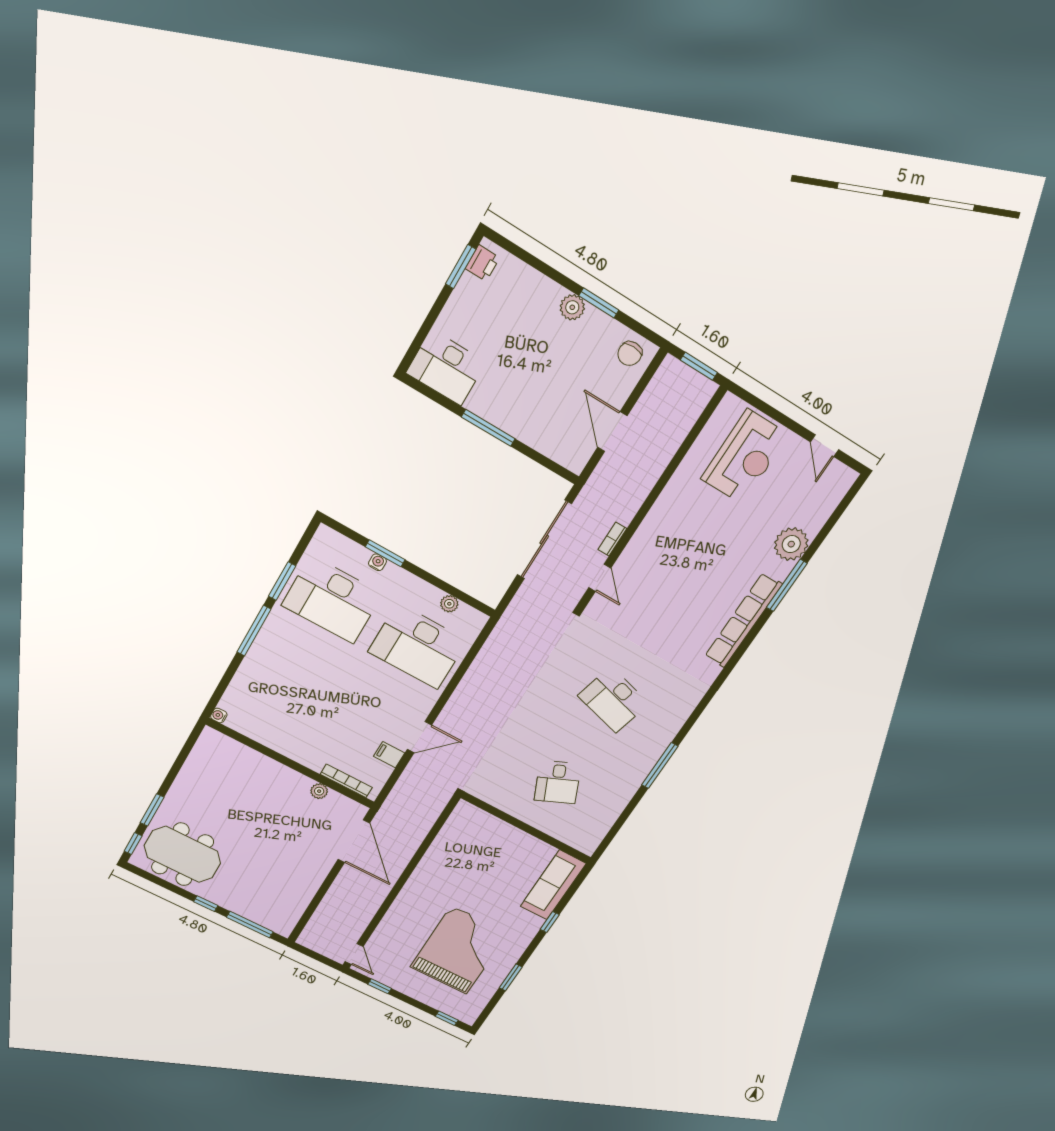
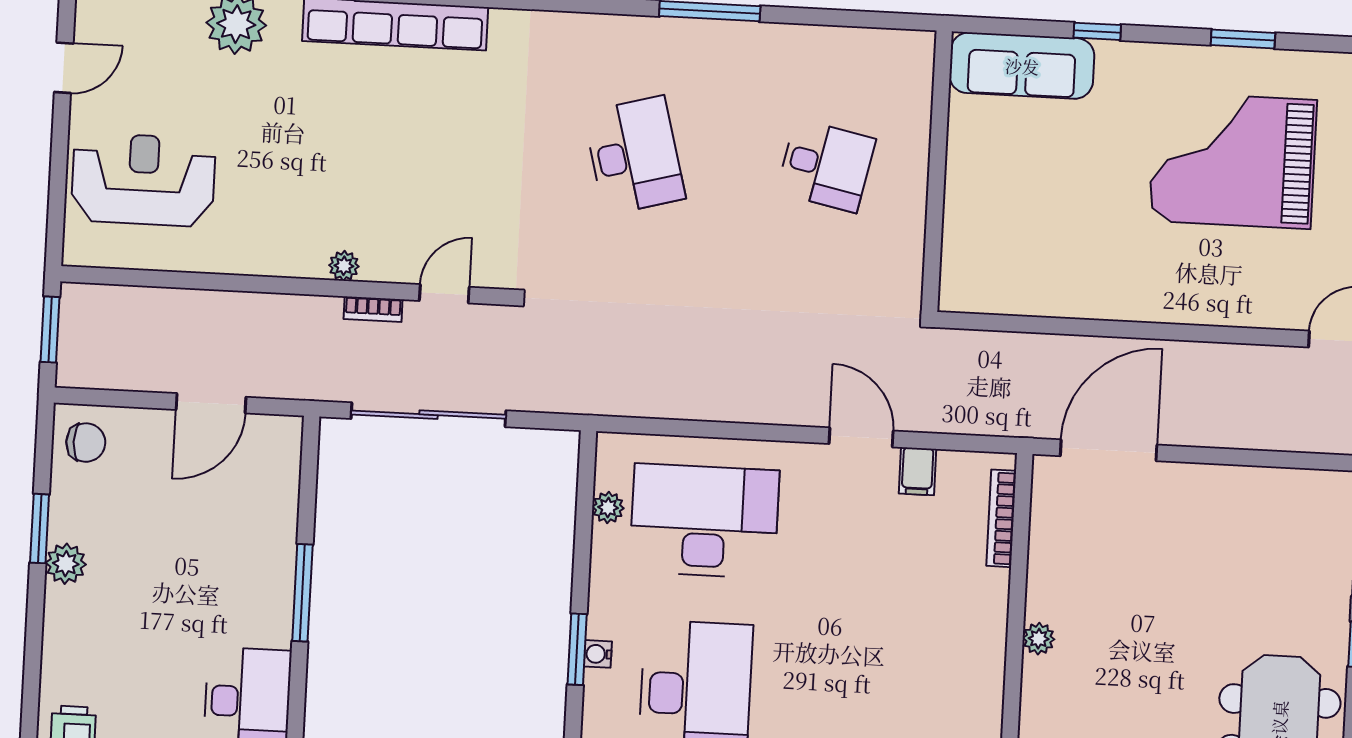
plant: (642, 536) -> (344, 266), added
desk: (418, 646) -> (704, 521), turned -90
desk: (613, 700) -> (634, 155), turned -30
desk: (558, 782) -> (826, 165), turned 36
plant: (319, 791) -> (1039, 639), moved

